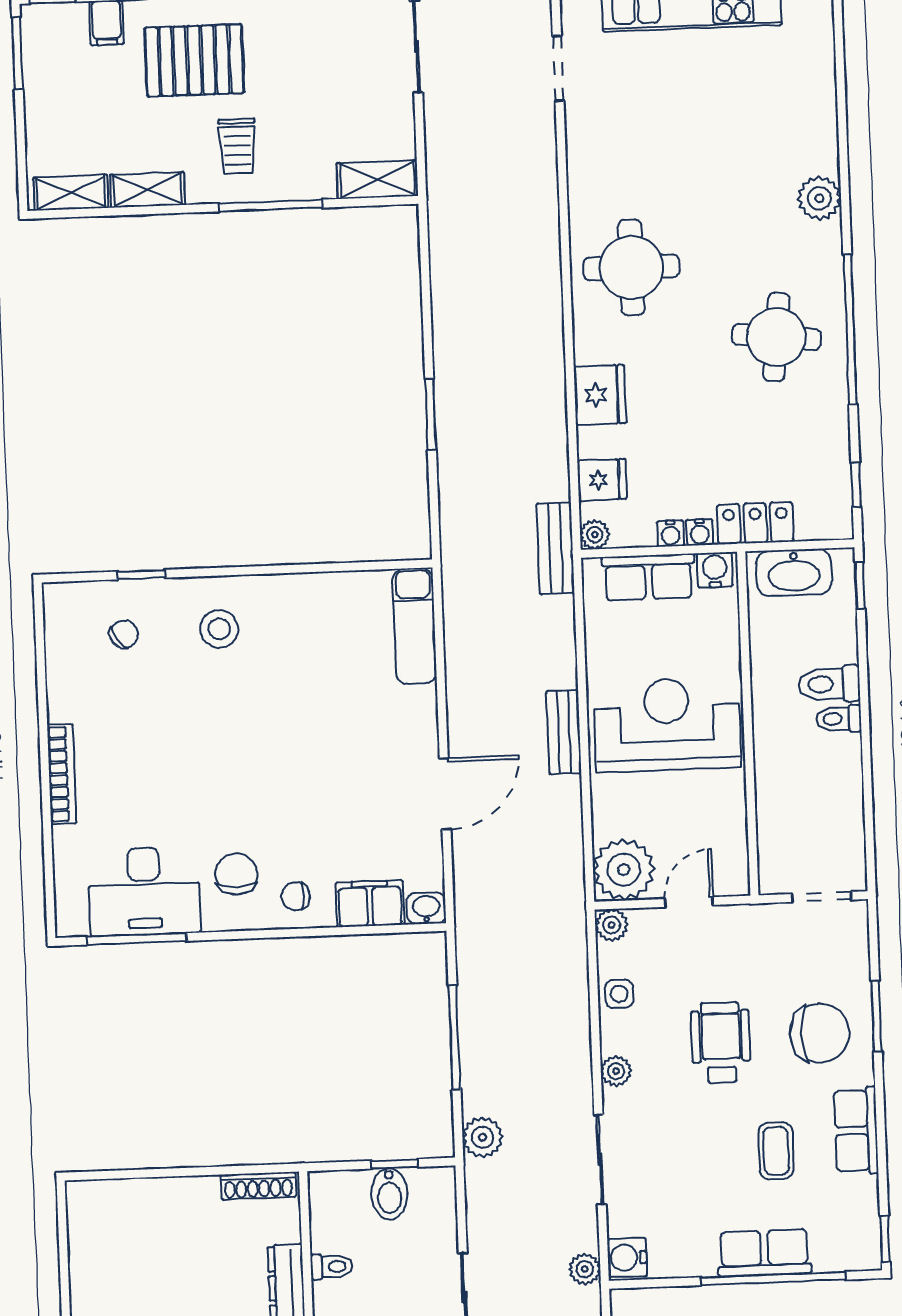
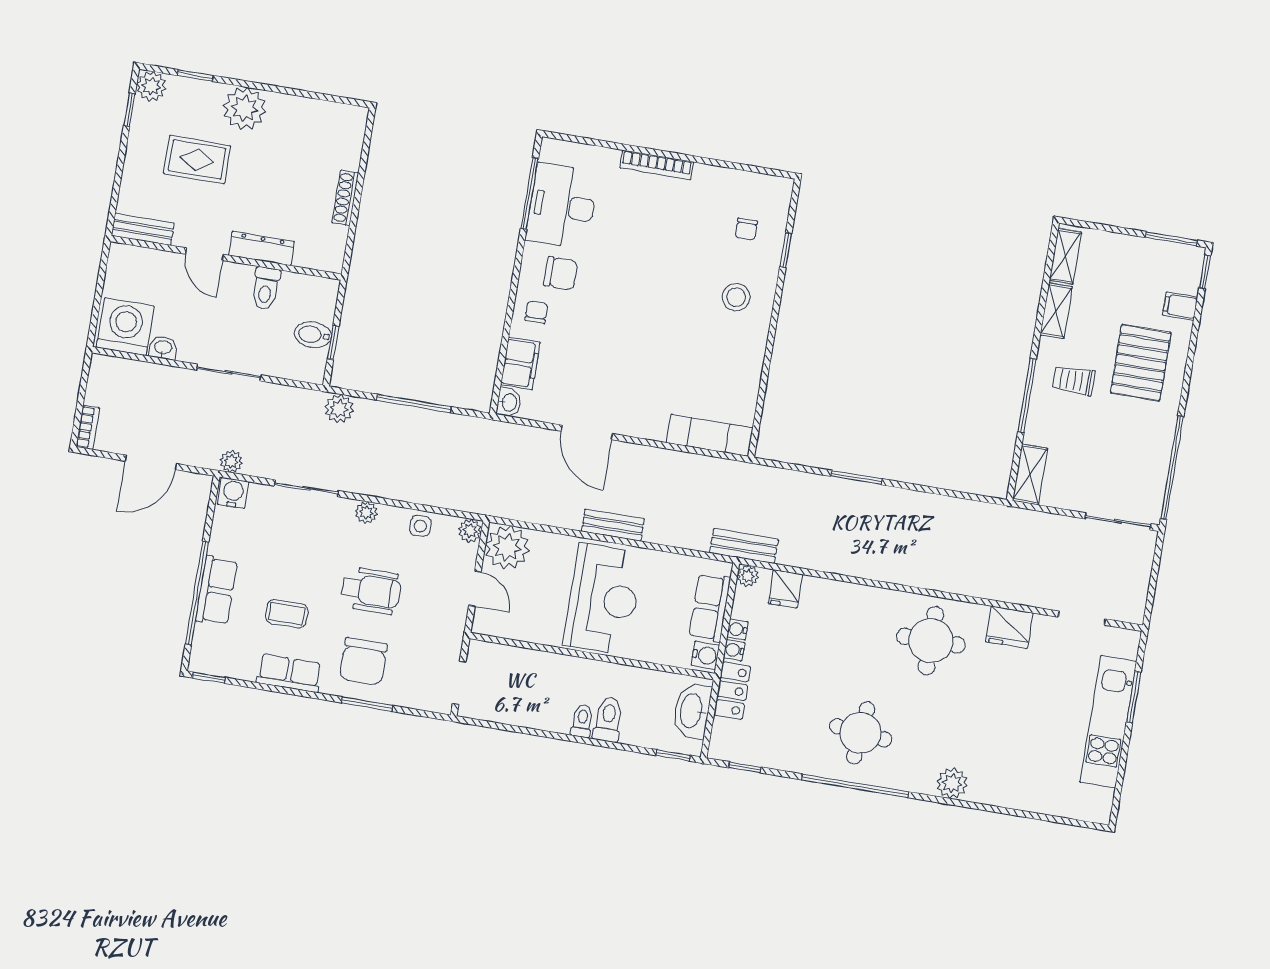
fridge: (600, 395) -> (1009, 627), moved
chair: (124, 634) -> (746, 229), turned 36
shoe rack: (258, 1186) -> (345, 198), moved
toilet: (331, 1267) -> (266, 288), width x1.37, depth x1.39

